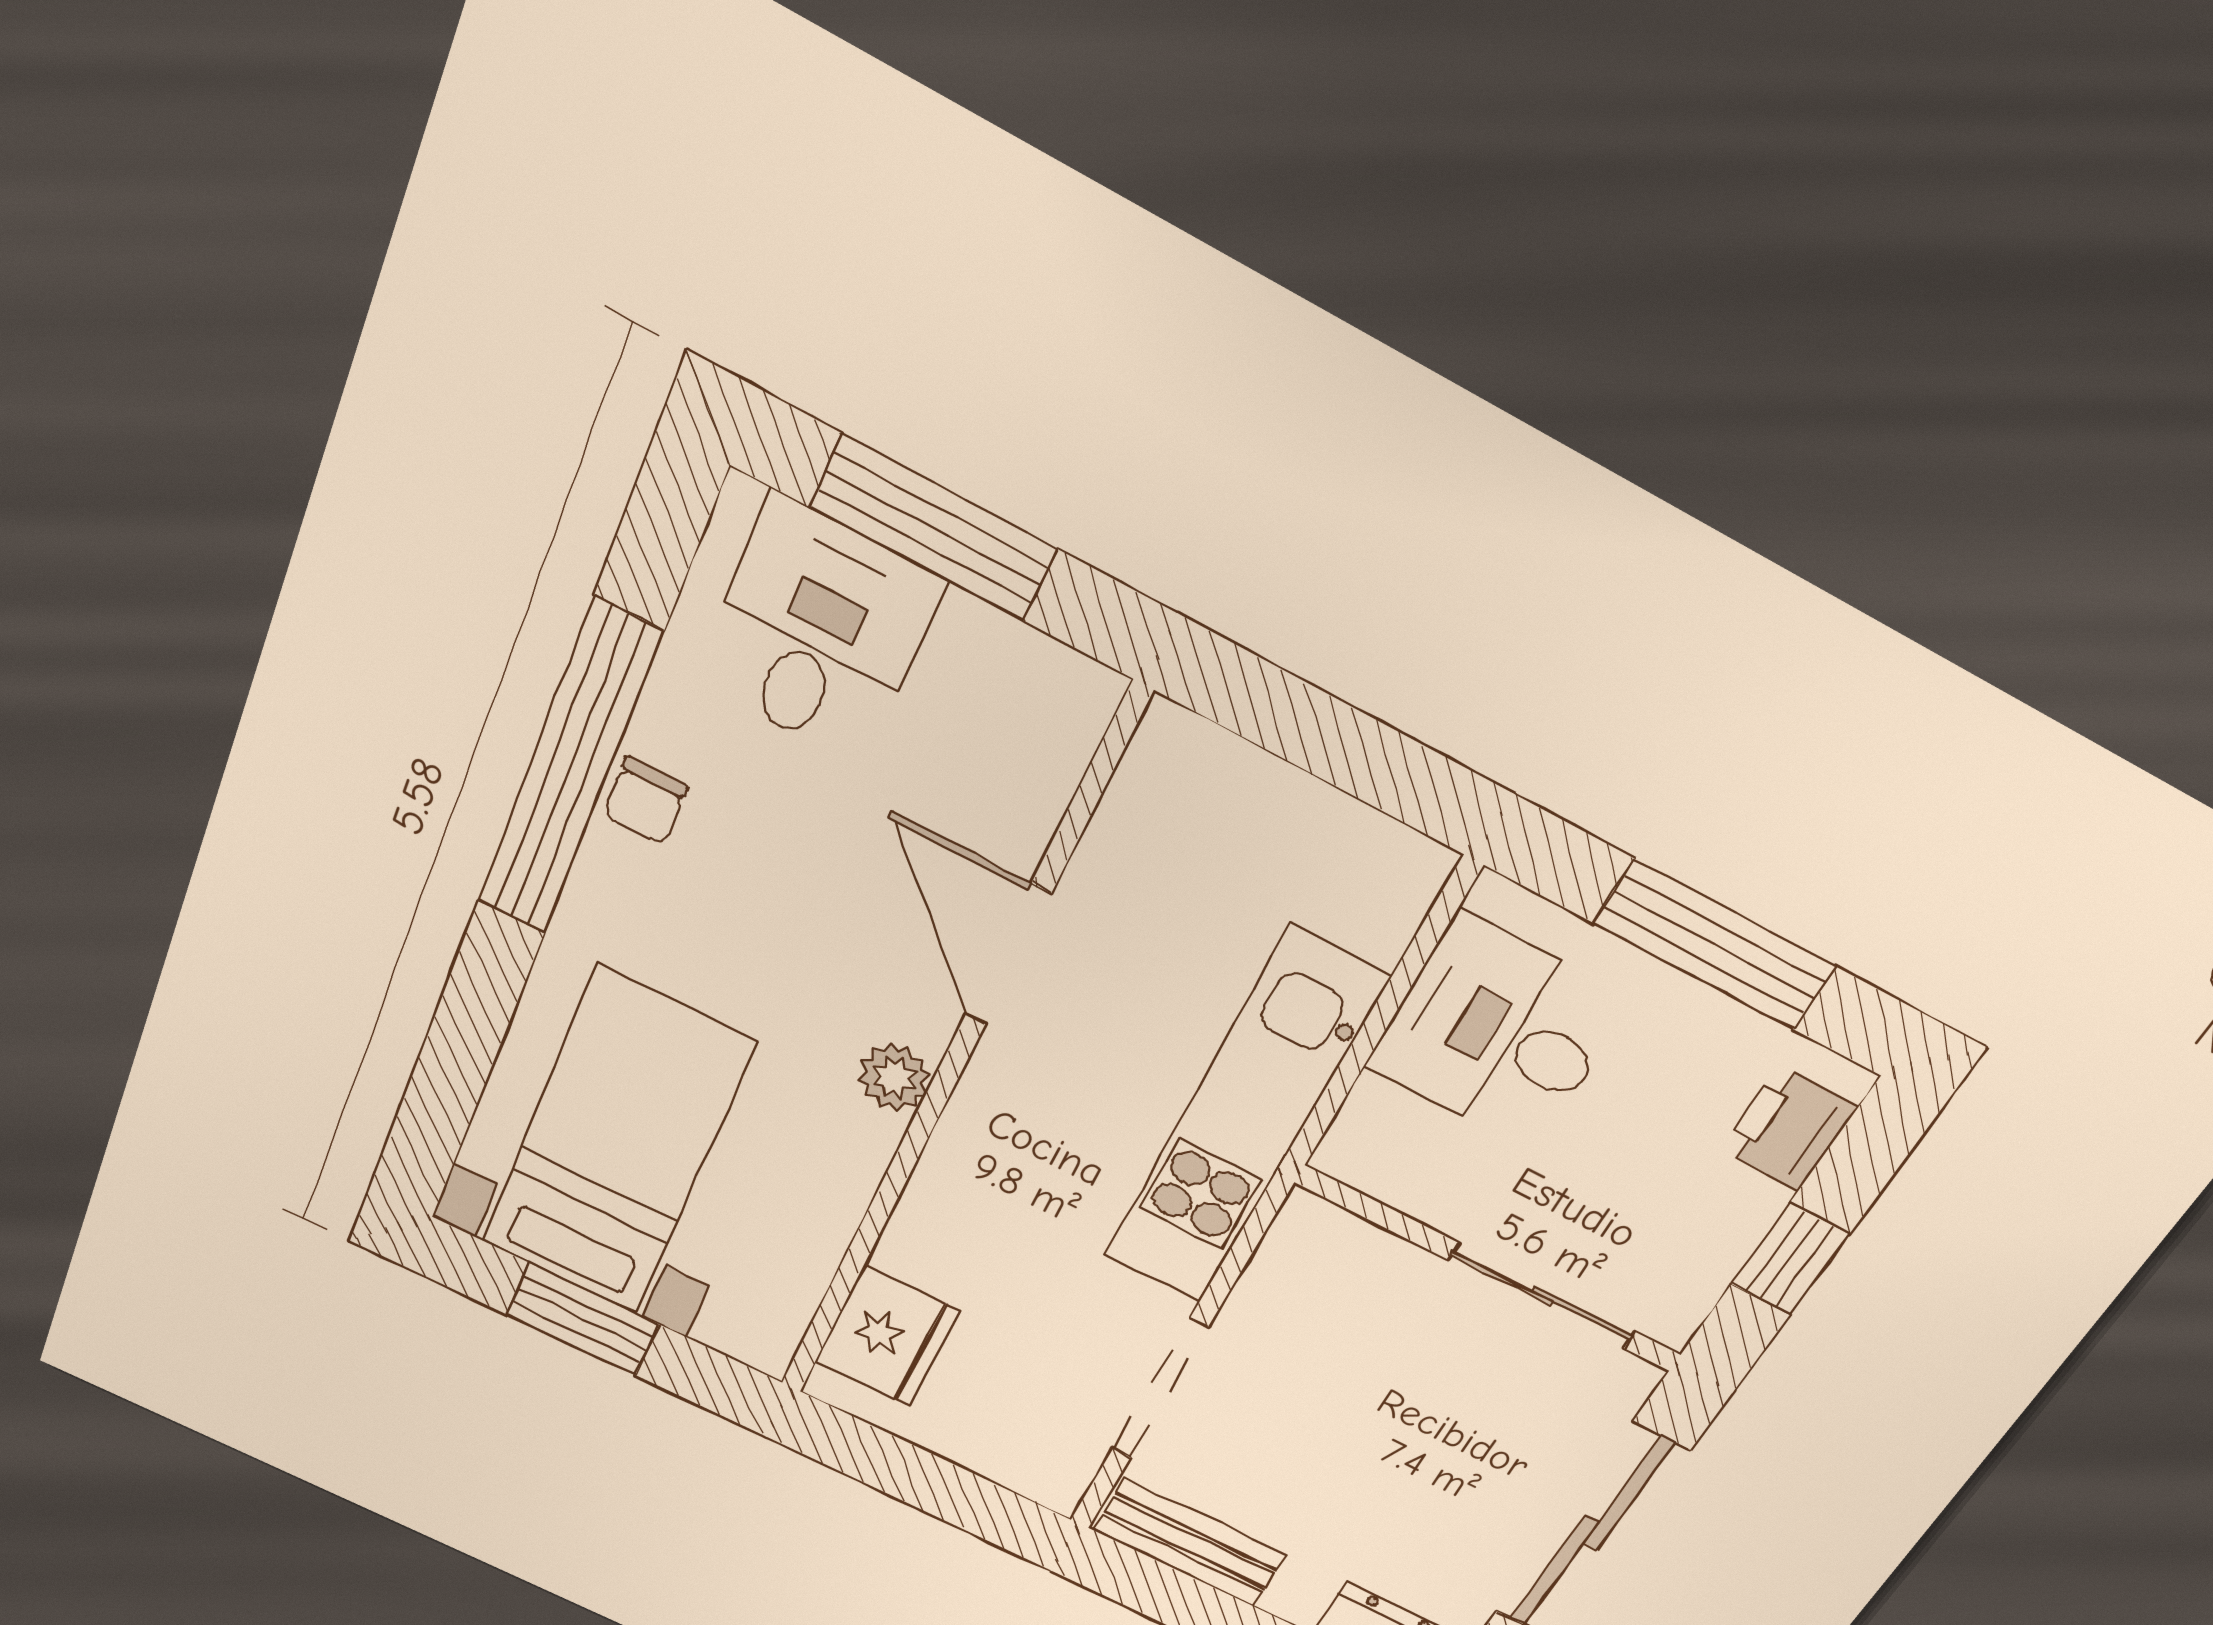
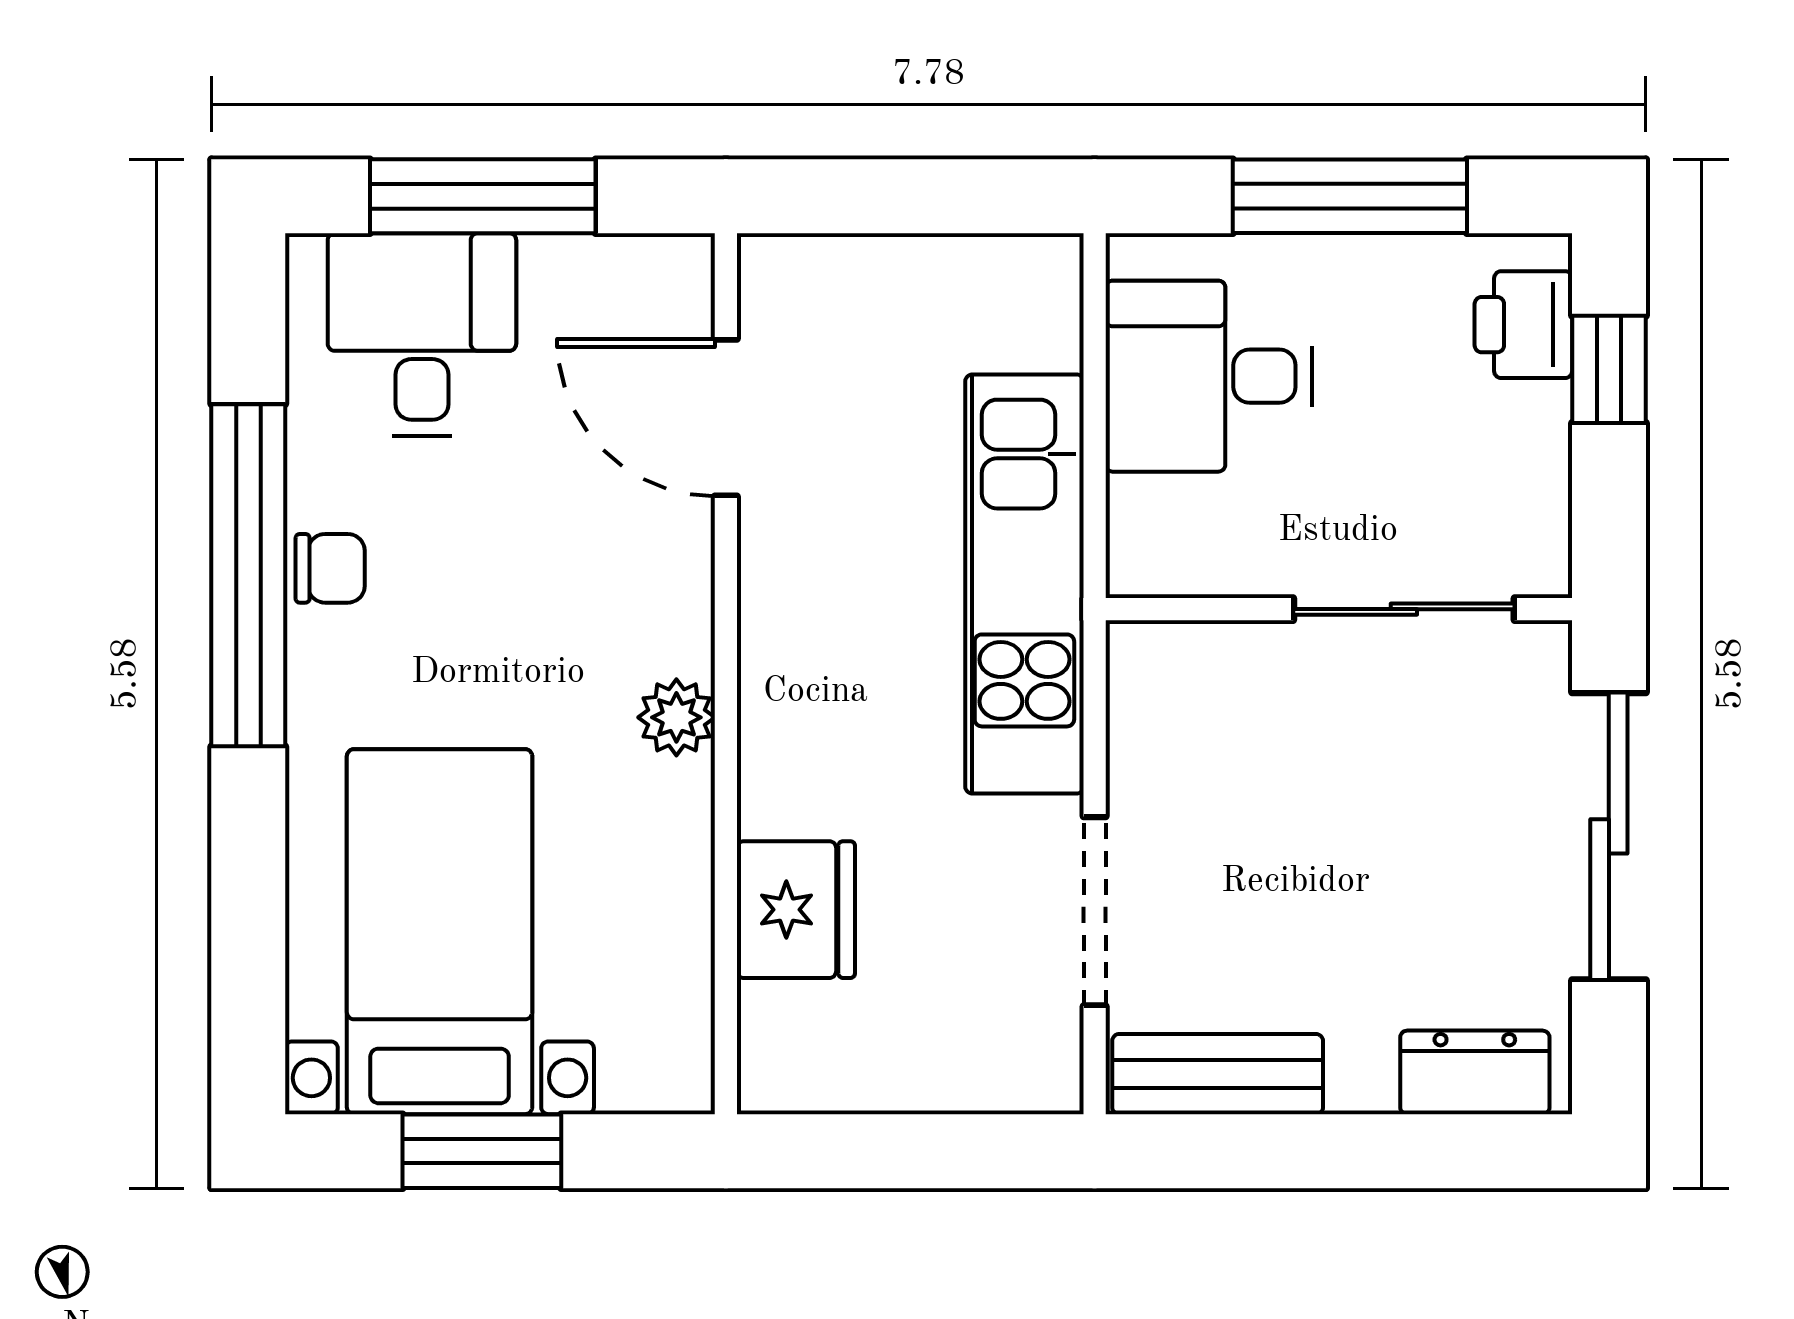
chair: (645, 801) -> (330, 568), turned -90
door: (1008, 955) -> (726, 418), moved
window: (1790, 1259) -> (1609, 369), moved
fridge: (887, 1336) -> (796, 910), moved

